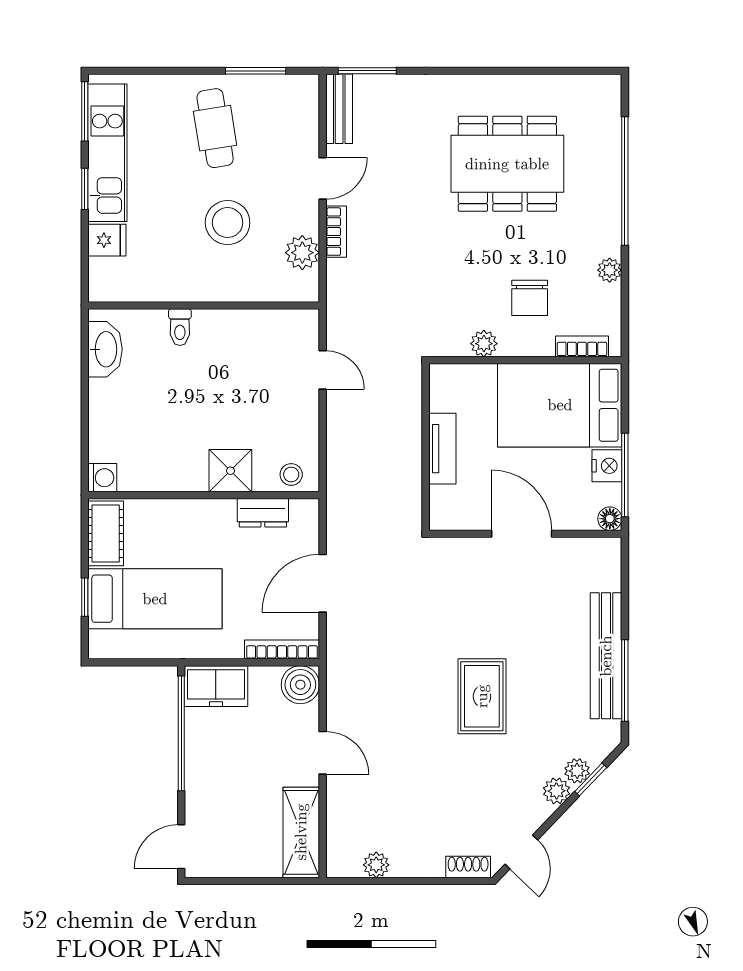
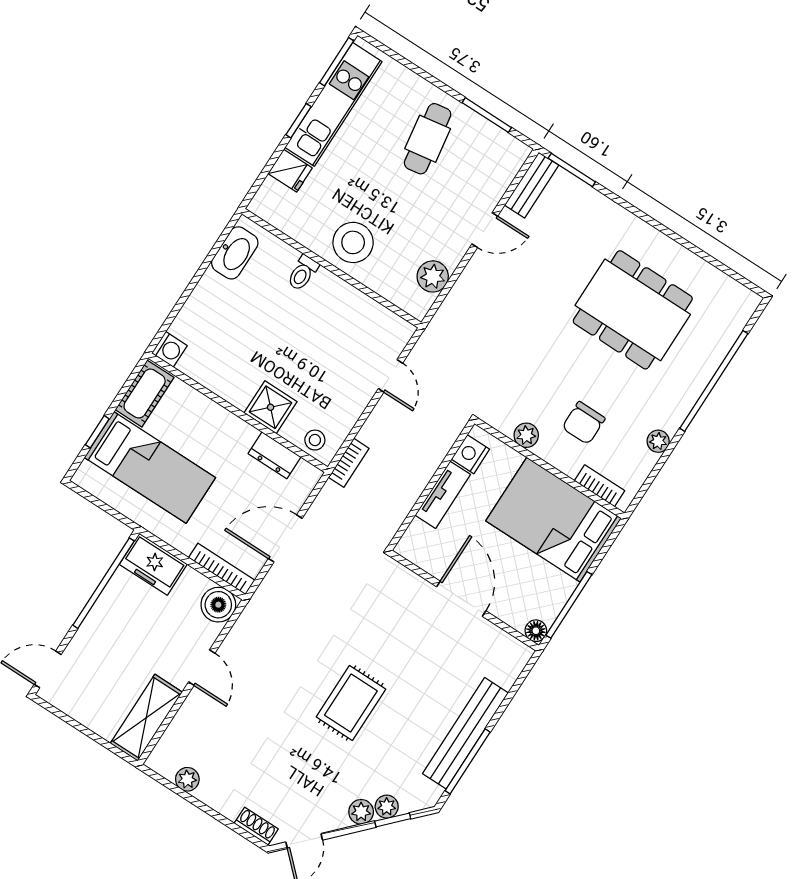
stool: (228, 223) -> (353, 242), moved
bookcase: (336, 232) -> (349, 463), moved
nightstand: (607, 466) -> (470, 454), moved, turned 180

